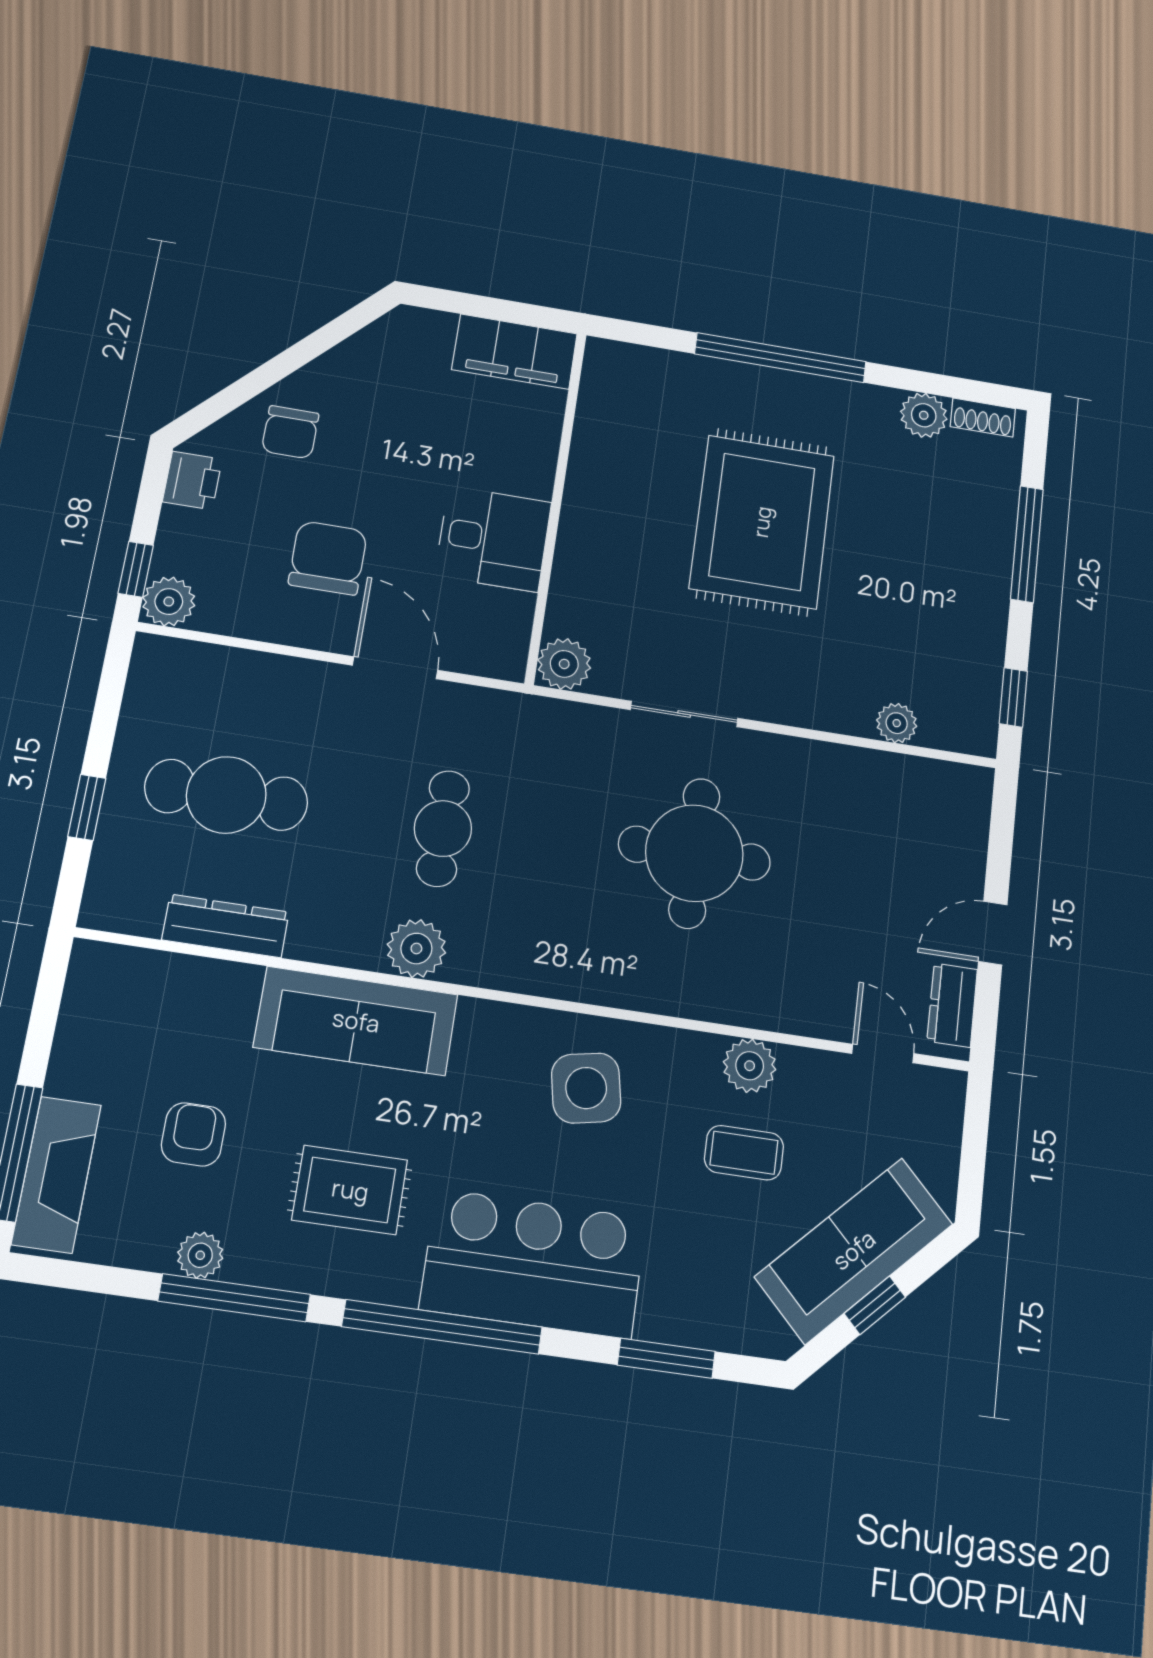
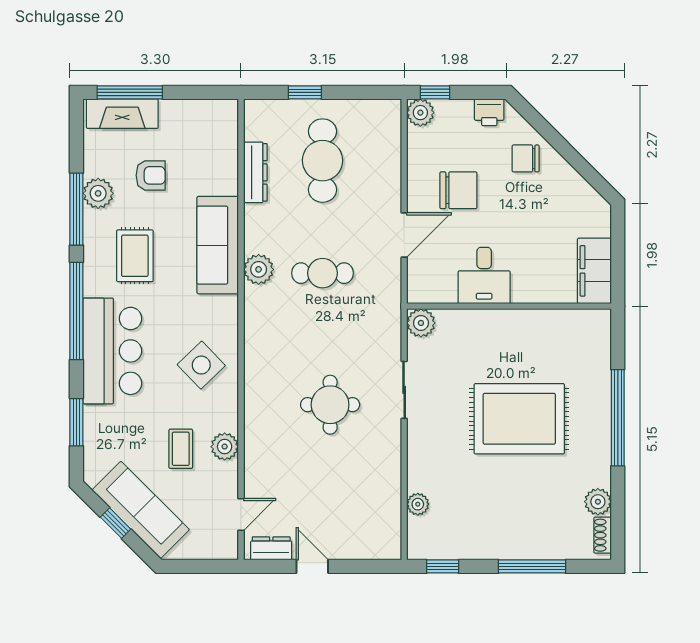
round table: (694, 853) -> (330, 405), width x0.73, depth x0.73
side table: (586, 1088) -> (201, 365), turned -33
plant: (200, 1255) -> (98, 193), width x1.38, depth x1.38

